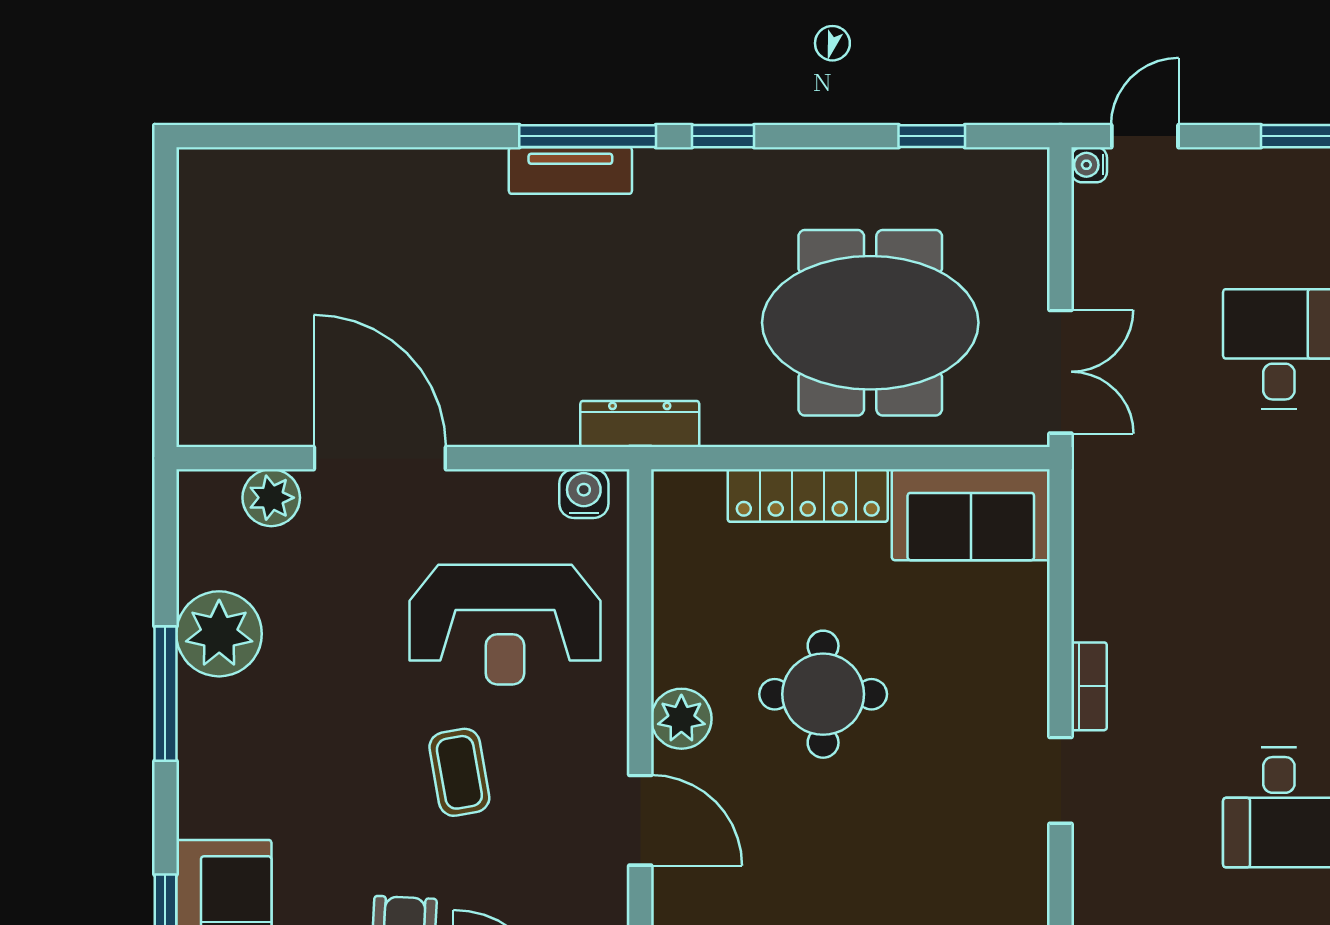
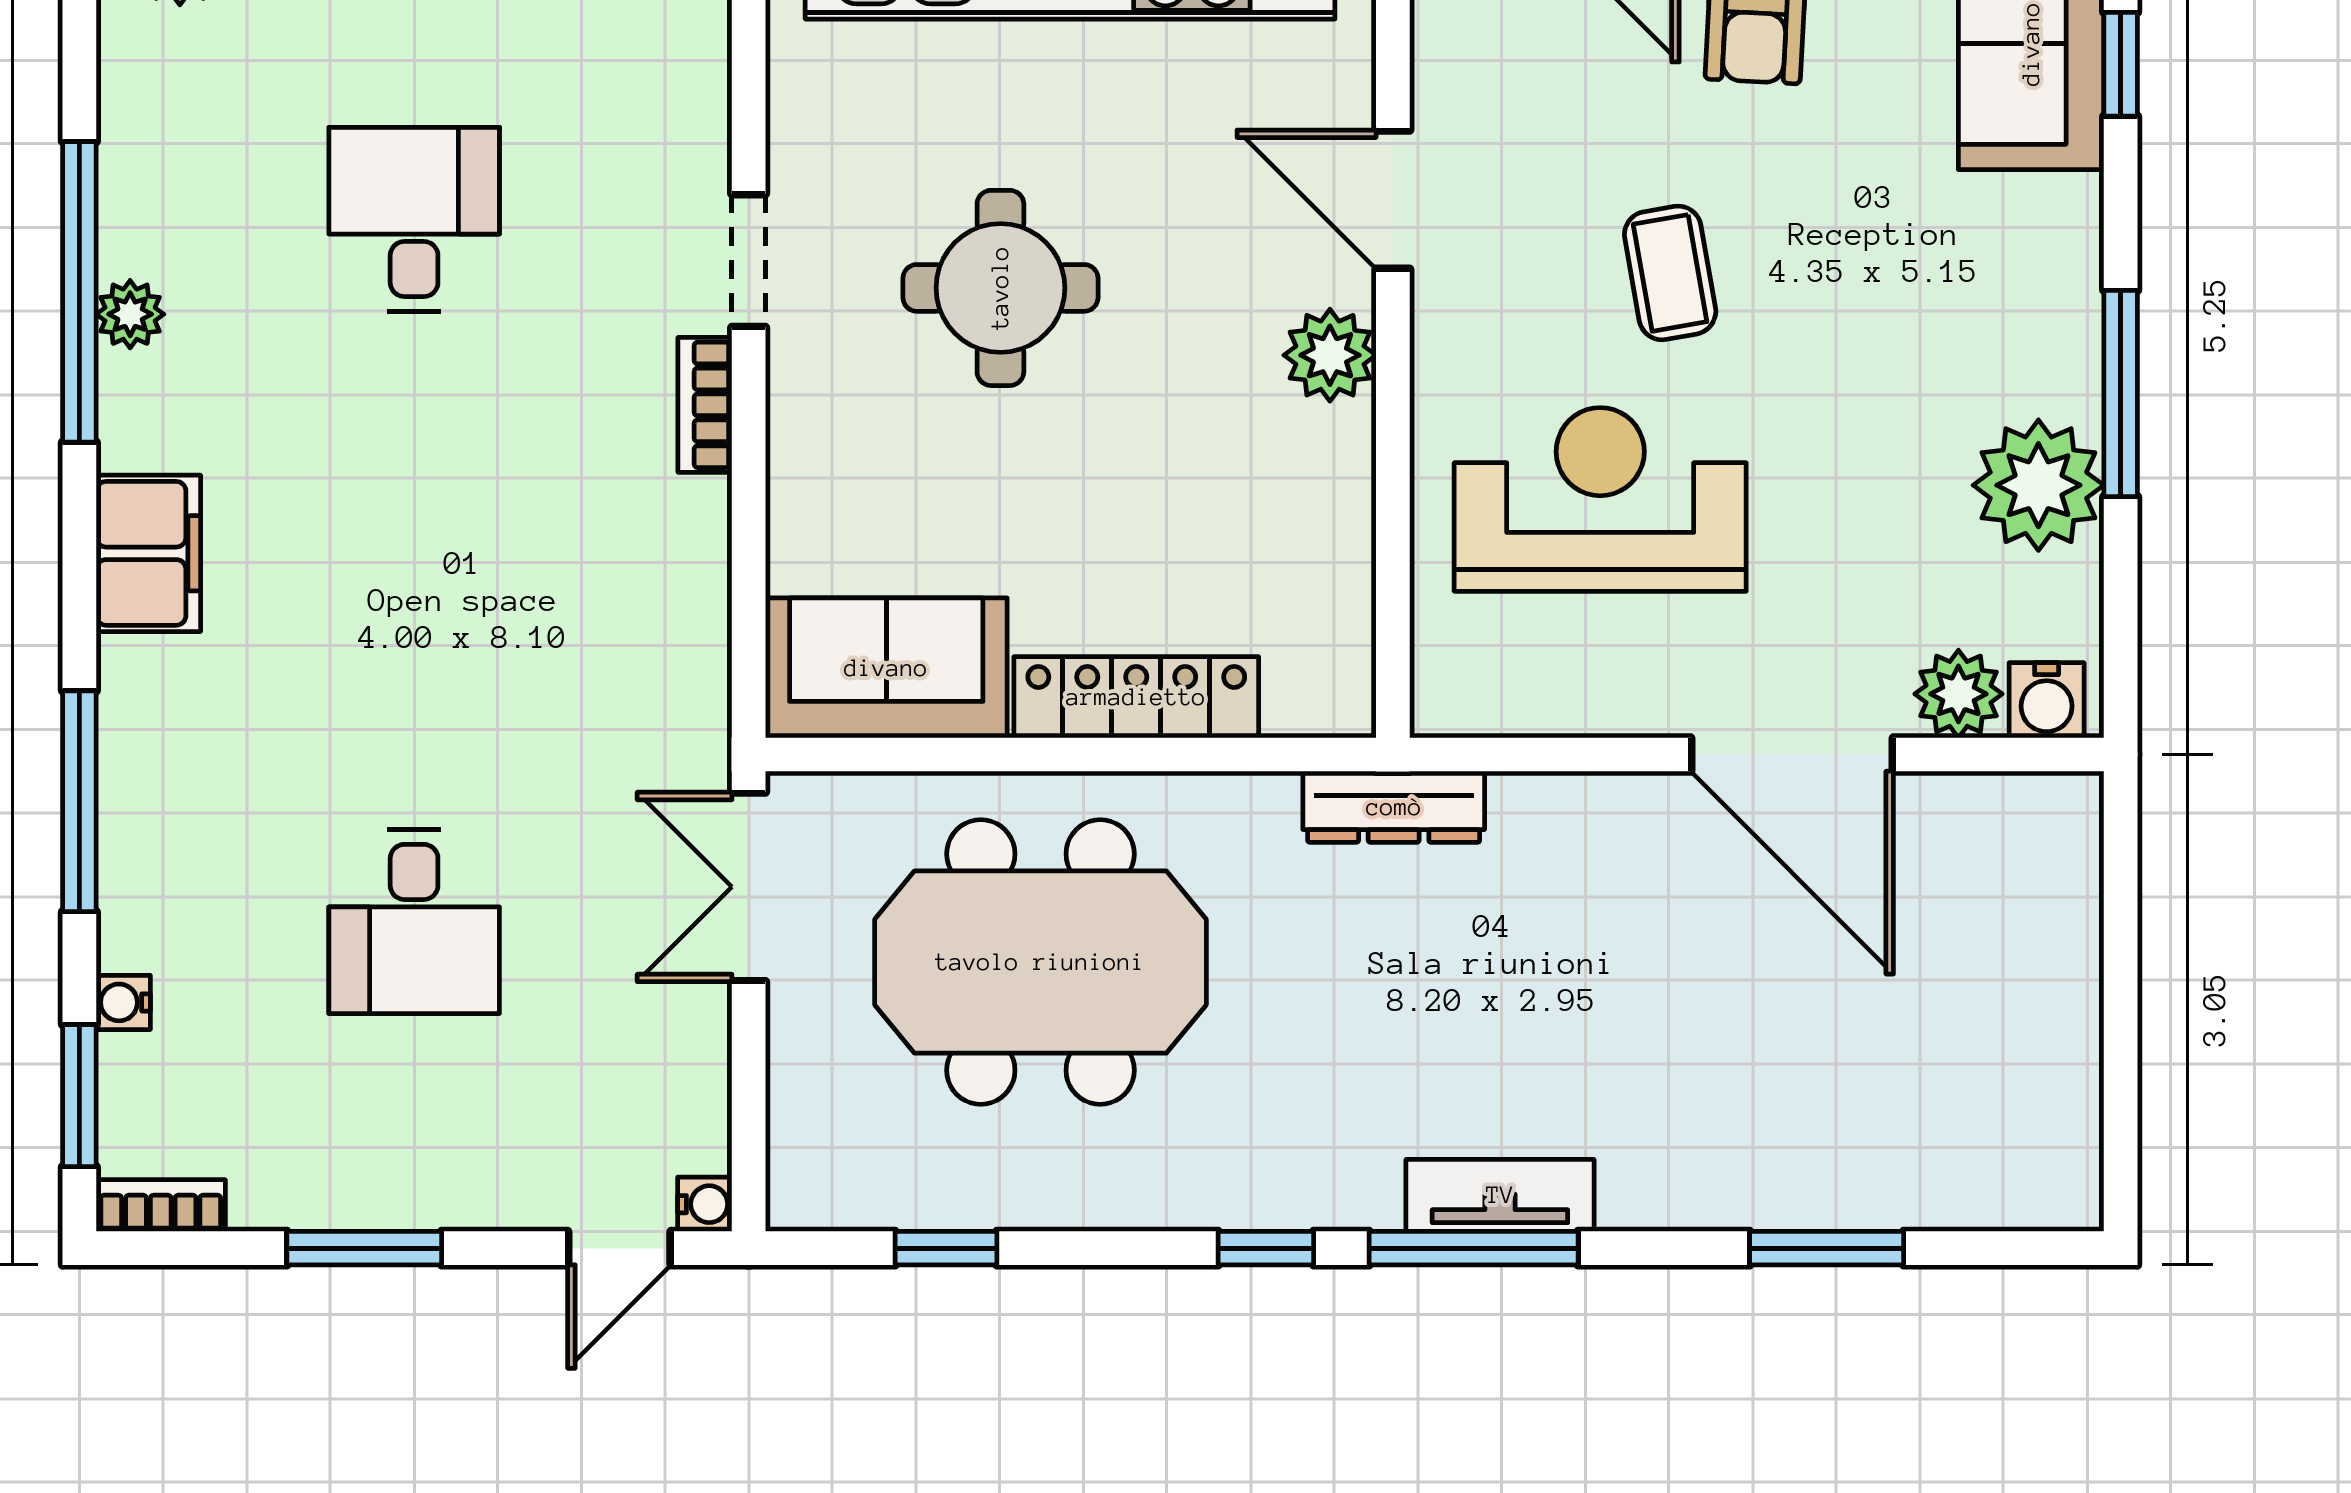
window: (357, 136) -> (1827, 1248), added
water cooler: (584, 494) -> (2047, 700), moved
round table: (823, 694) -> (1000, 288), moved

